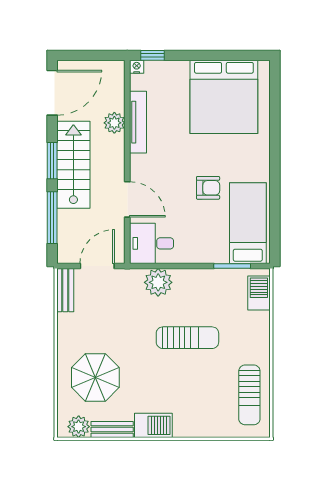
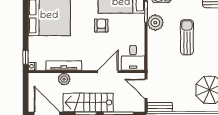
plant: (158, 282) -> (155, 23), moved

